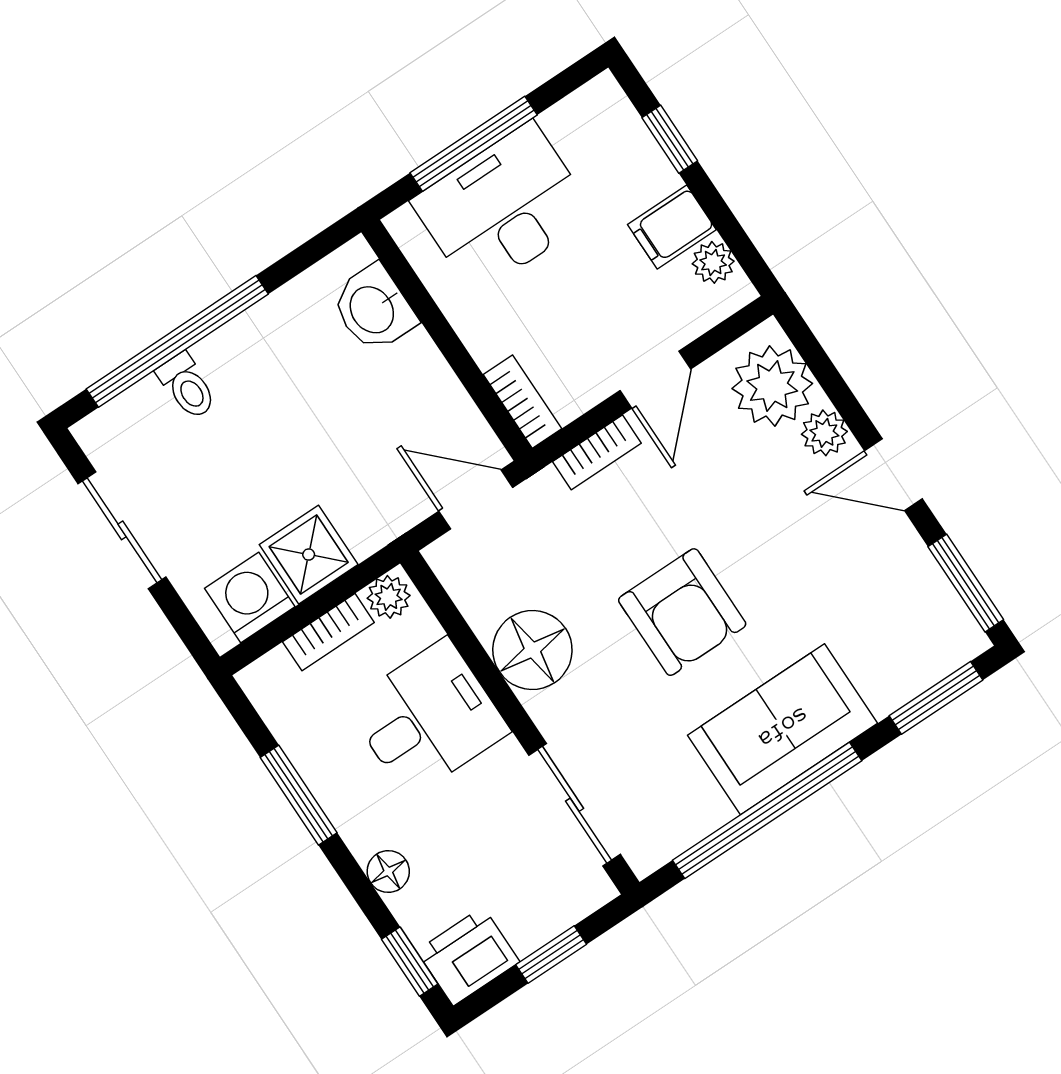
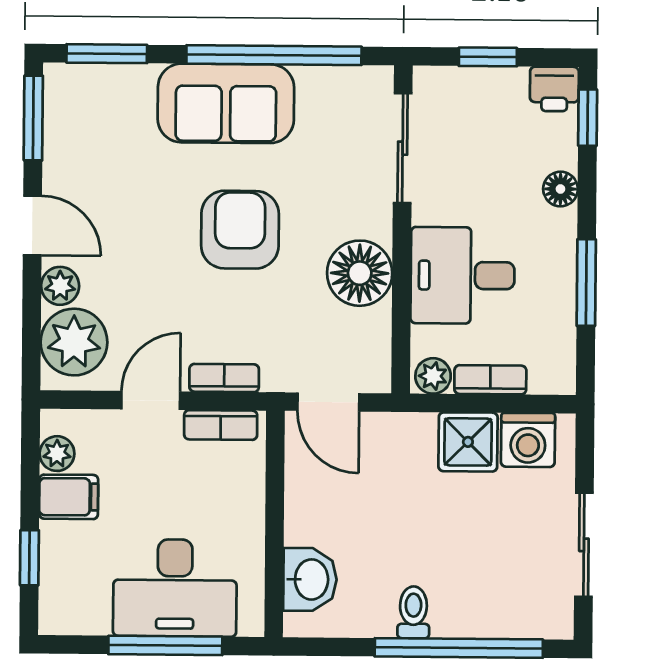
toilet: (187, 386) -> (413, 612), moved
bookcase: (522, 402) -> (221, 425), moved, turned -90
printer: (468, 956) -> (554, 89), width x0.73, depth x0.81

